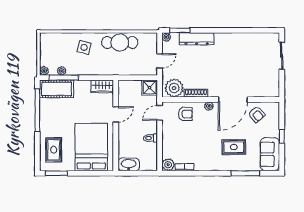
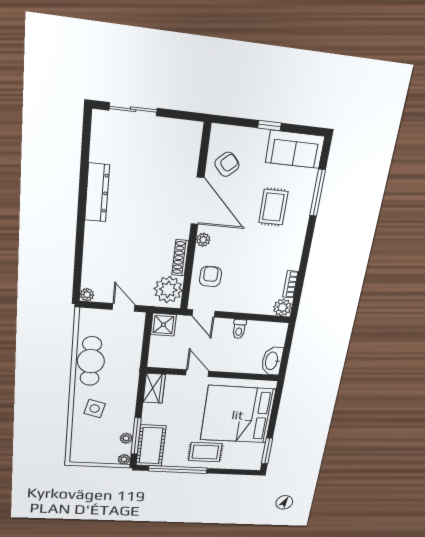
window: (180, 30) -> (78, 273), removed
dresser: (197, 39) -> (97, 193), moved
bed: (91, 147) -> (238, 415), width x1.36
rug: (54, 150) -> (205, 452), moved

